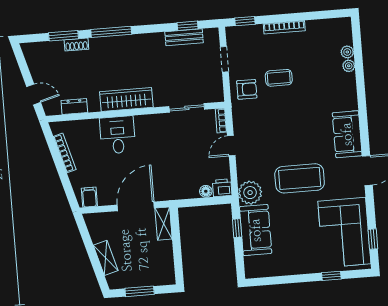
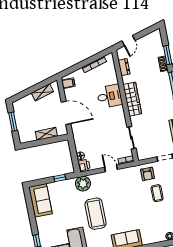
shelving: (164, 224) -> (46, 134), moved
sofa: (256, 230) -> (40, 200), moved, turned -90
shelving: (106, 258) -> (42, 92), moved

